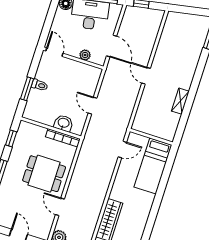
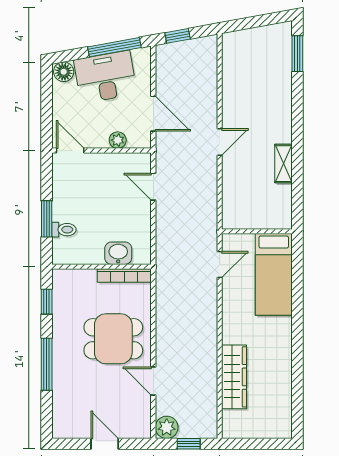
door: (146, 76) -> (220, 142), swing flipped
toilet: (40, 85) -> (64, 230), moved
door: (92, 106) -> (153, 187), moved

